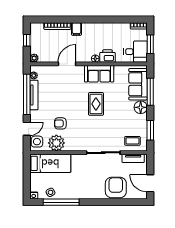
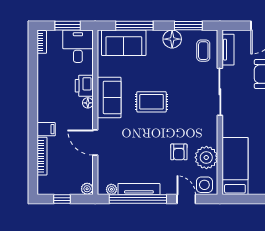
floor lamp: (141, 107) -> (172, 39), moved

